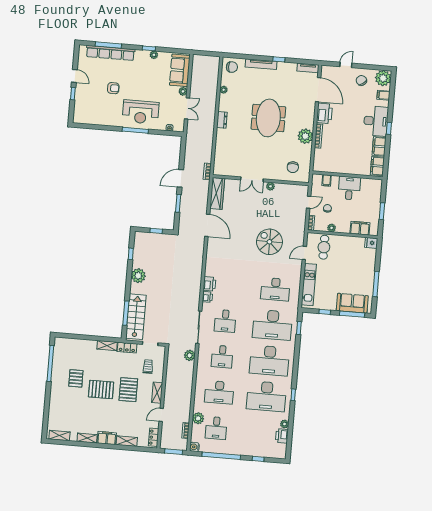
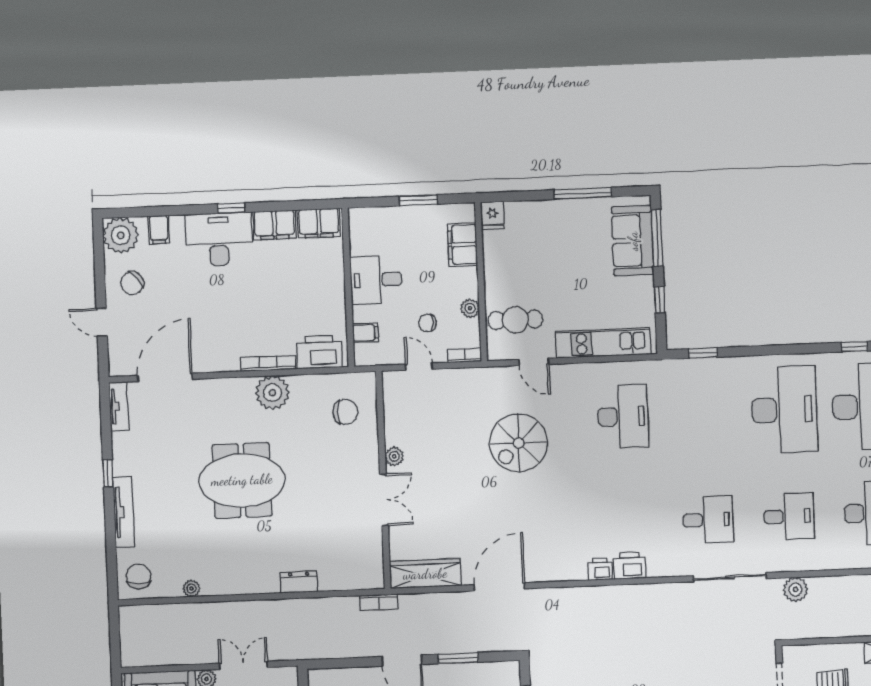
printer: (324, 113) -> (319, 352), moved
dresser: (222, 120) -> (299, 582), moved
printer: (207, 297) -> (600, 569), moved
desk: (272, 325) -> (704, 413), removed

